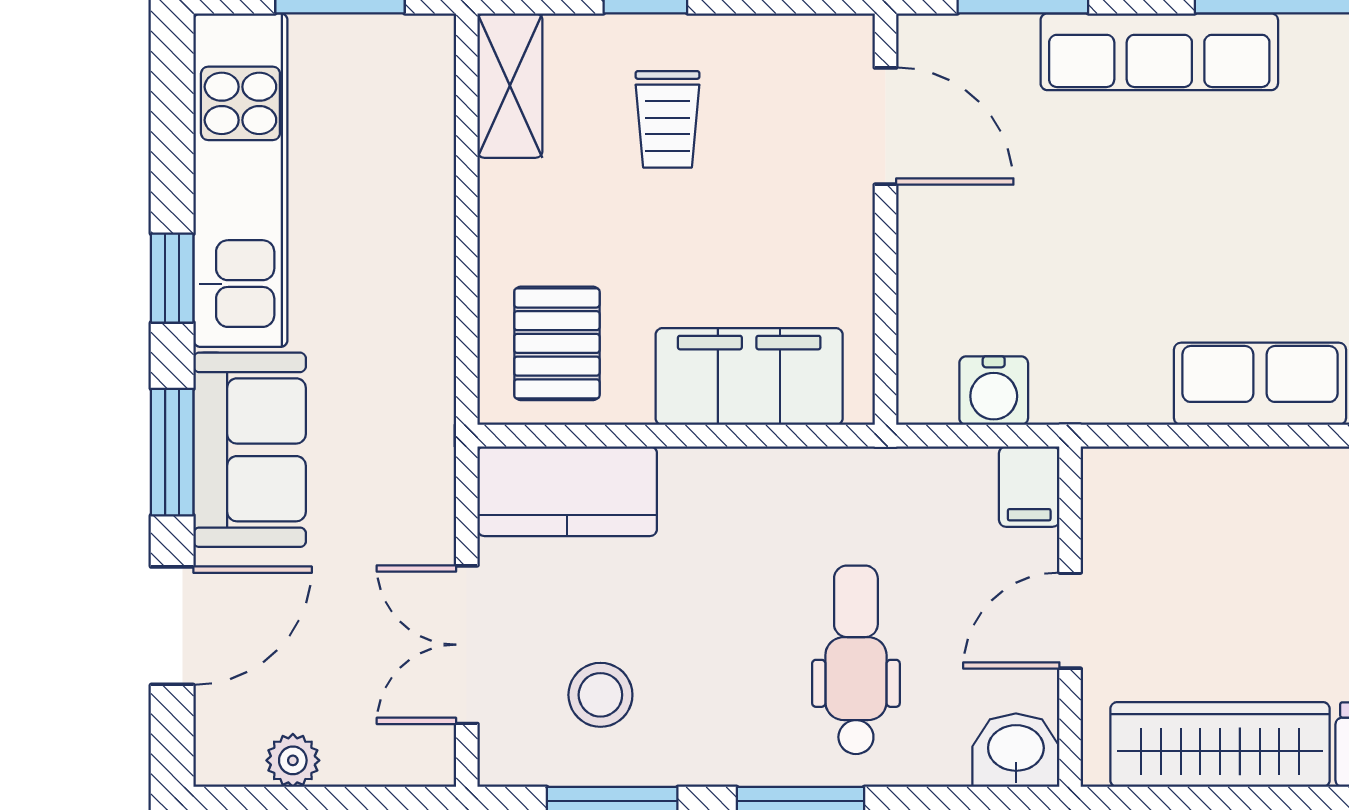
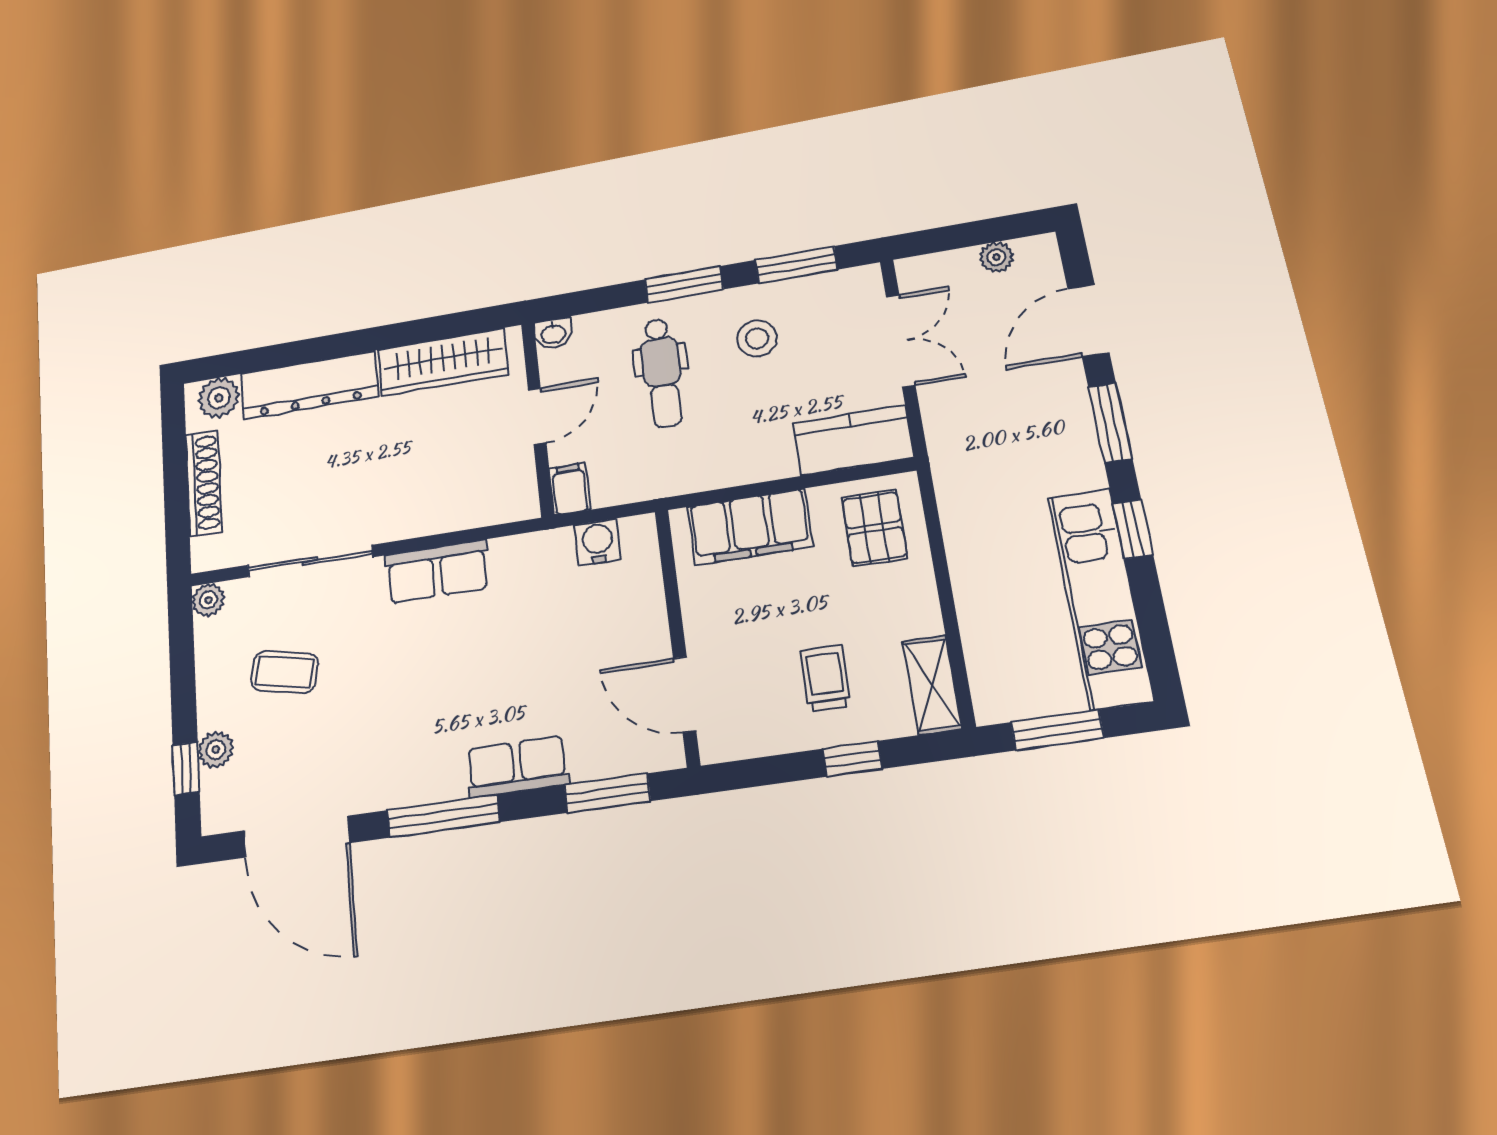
row of seats: (1159, 52) -> (517, 767), width x0.68
sofa: (250, 450) -> (1060, 432), removed
stool: (600, 695) -> (757, 338), moved
washbasin: (1016, 750) -> (553, 333), width x0.72, depth x0.69

